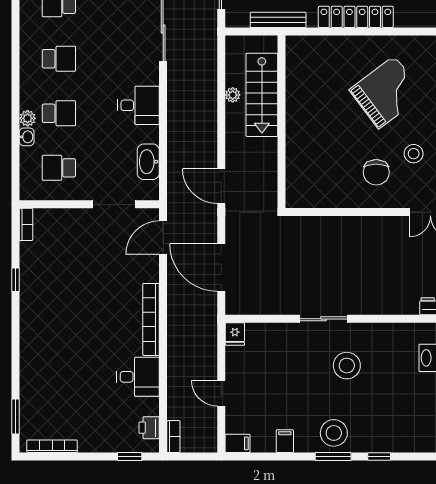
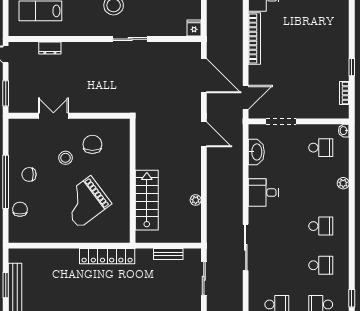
bench: (278, 20) -> (168, 254), width x0.73
school desk: (59, 59) -> (321, 226), turned 180
stairs: (262, 95) -> (147, 200), moved
school desk: (59, 113) -> (321, 187), removed
wall: (281, 122) -> (133, 181), moved
washbasin: (27, 137) -> (344, 131), moved
bookcase: (26, 224) -> (344, 93), moved

